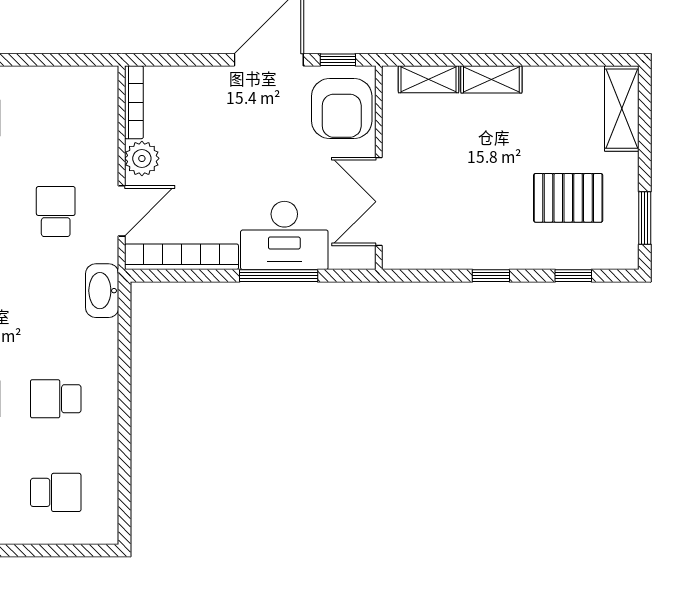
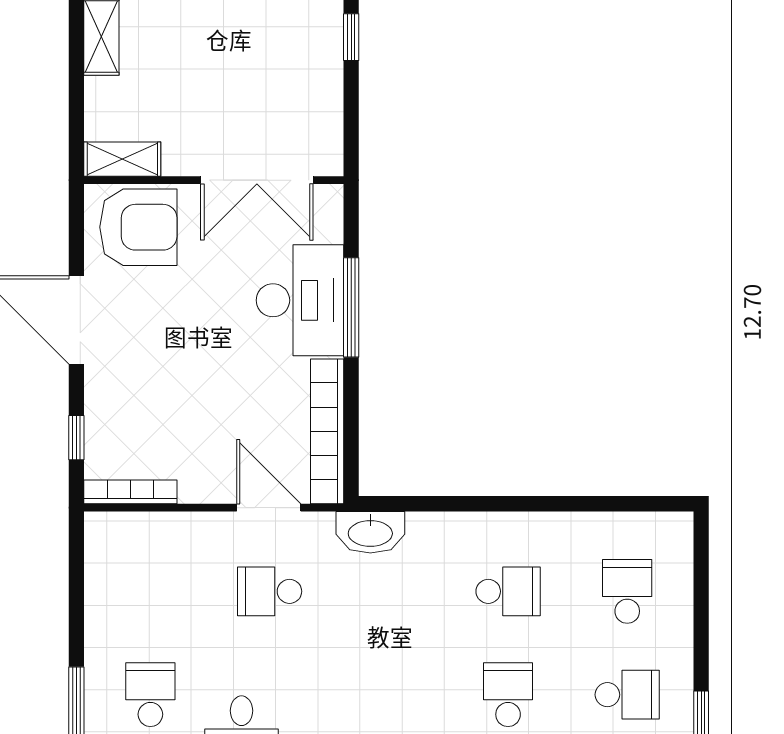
window: (338, 60) -> (76, 438), moved
shelving: (429, 79) -> (122, 159), moved, turned 90
plant: (142, 158) -> (202, 482), removed
school desk: (56, 399) -> (508, 591), turned -90

